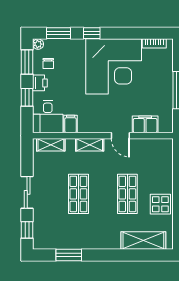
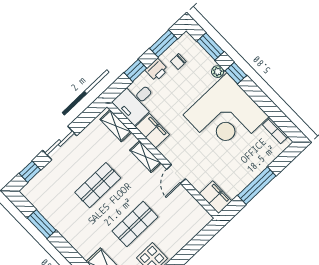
plant: (38, 44) -> (218, 72), moved
filing cabinet: (71, 124) -> (152, 131), width x2.00
filing cabinet: (145, 124) -> (216, 197), moved

